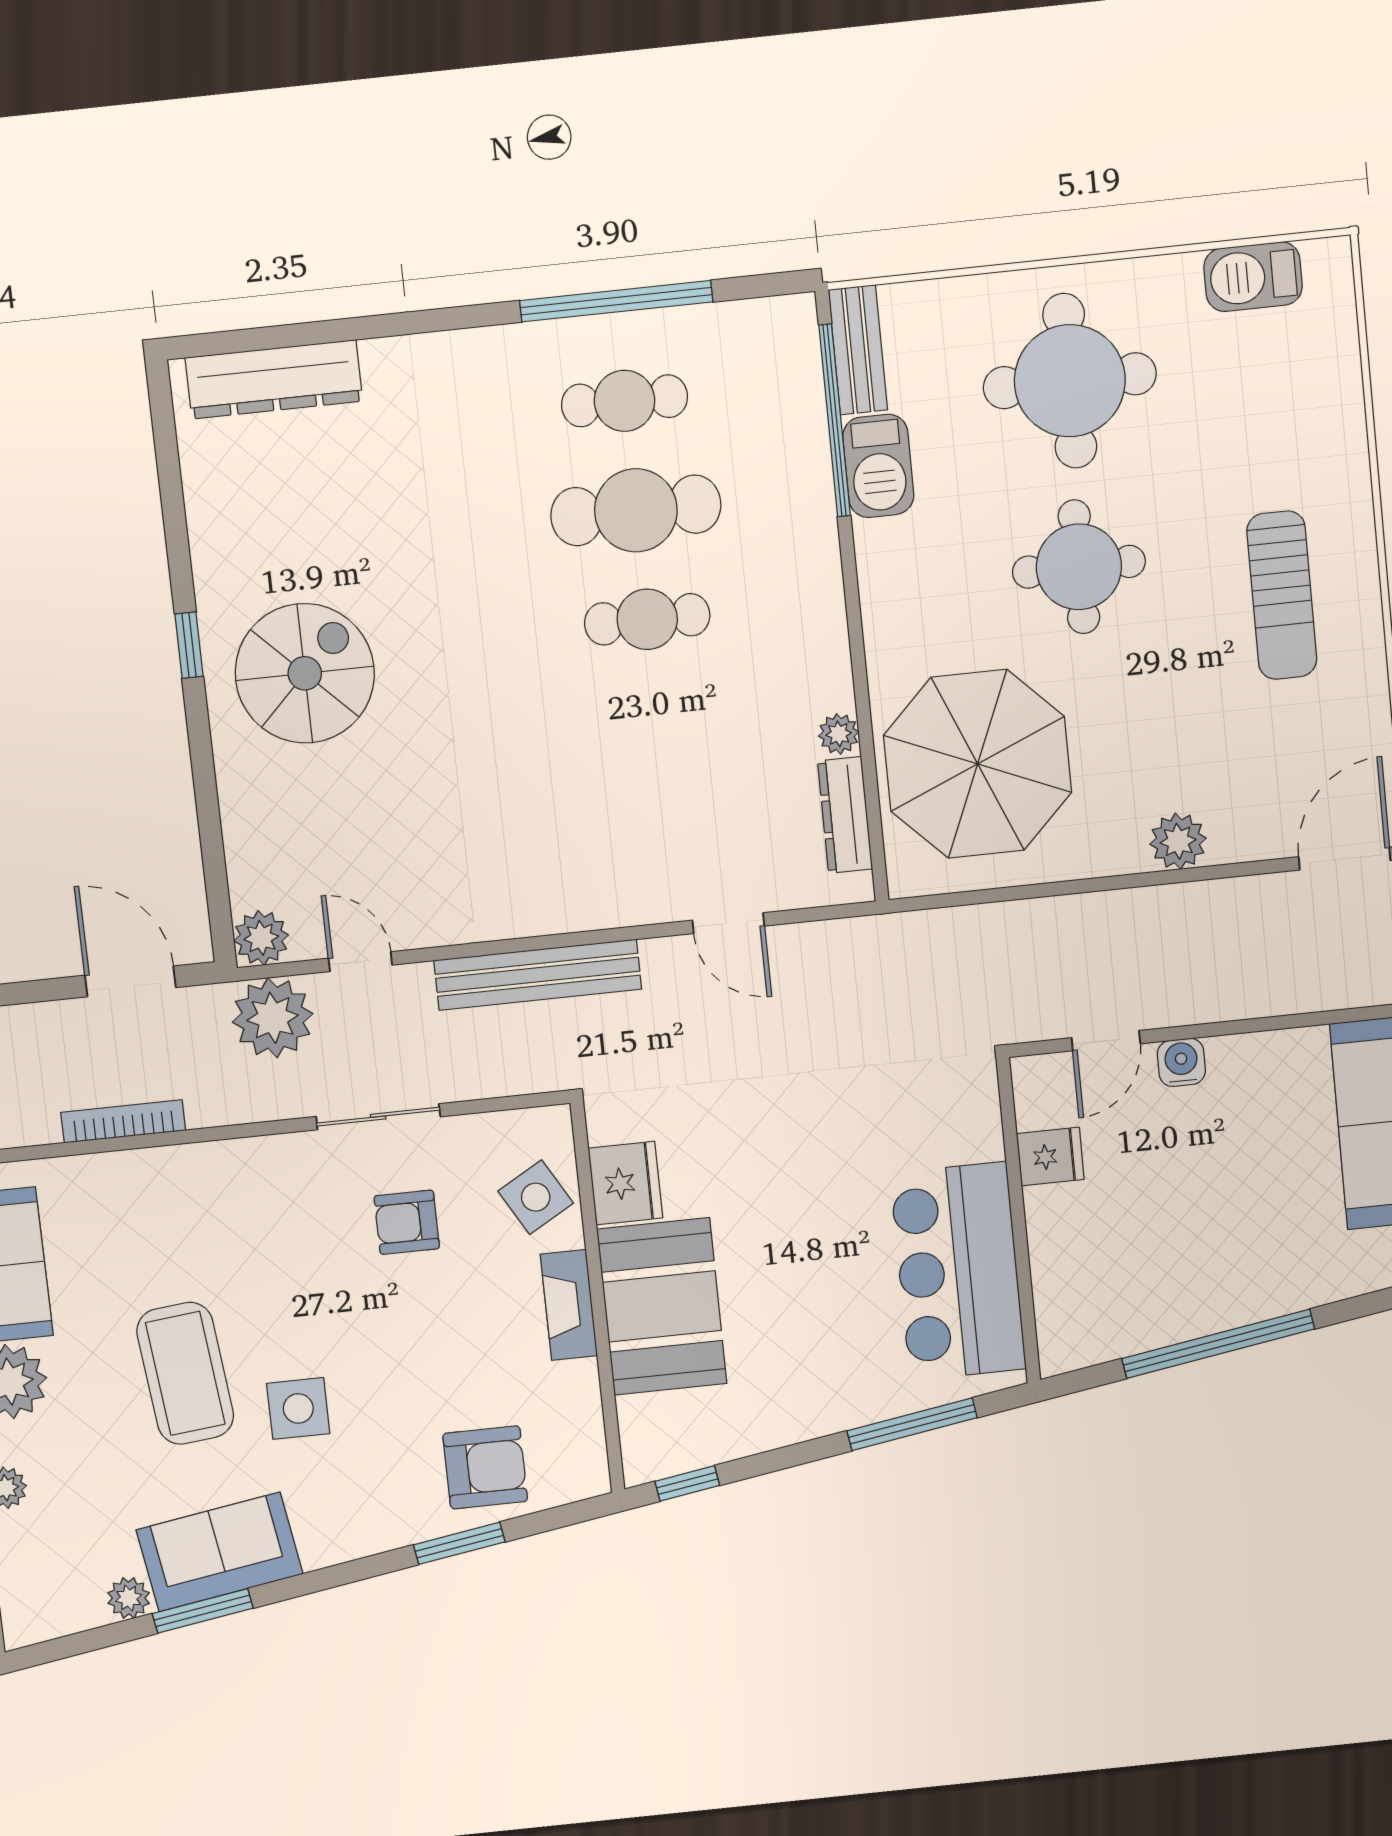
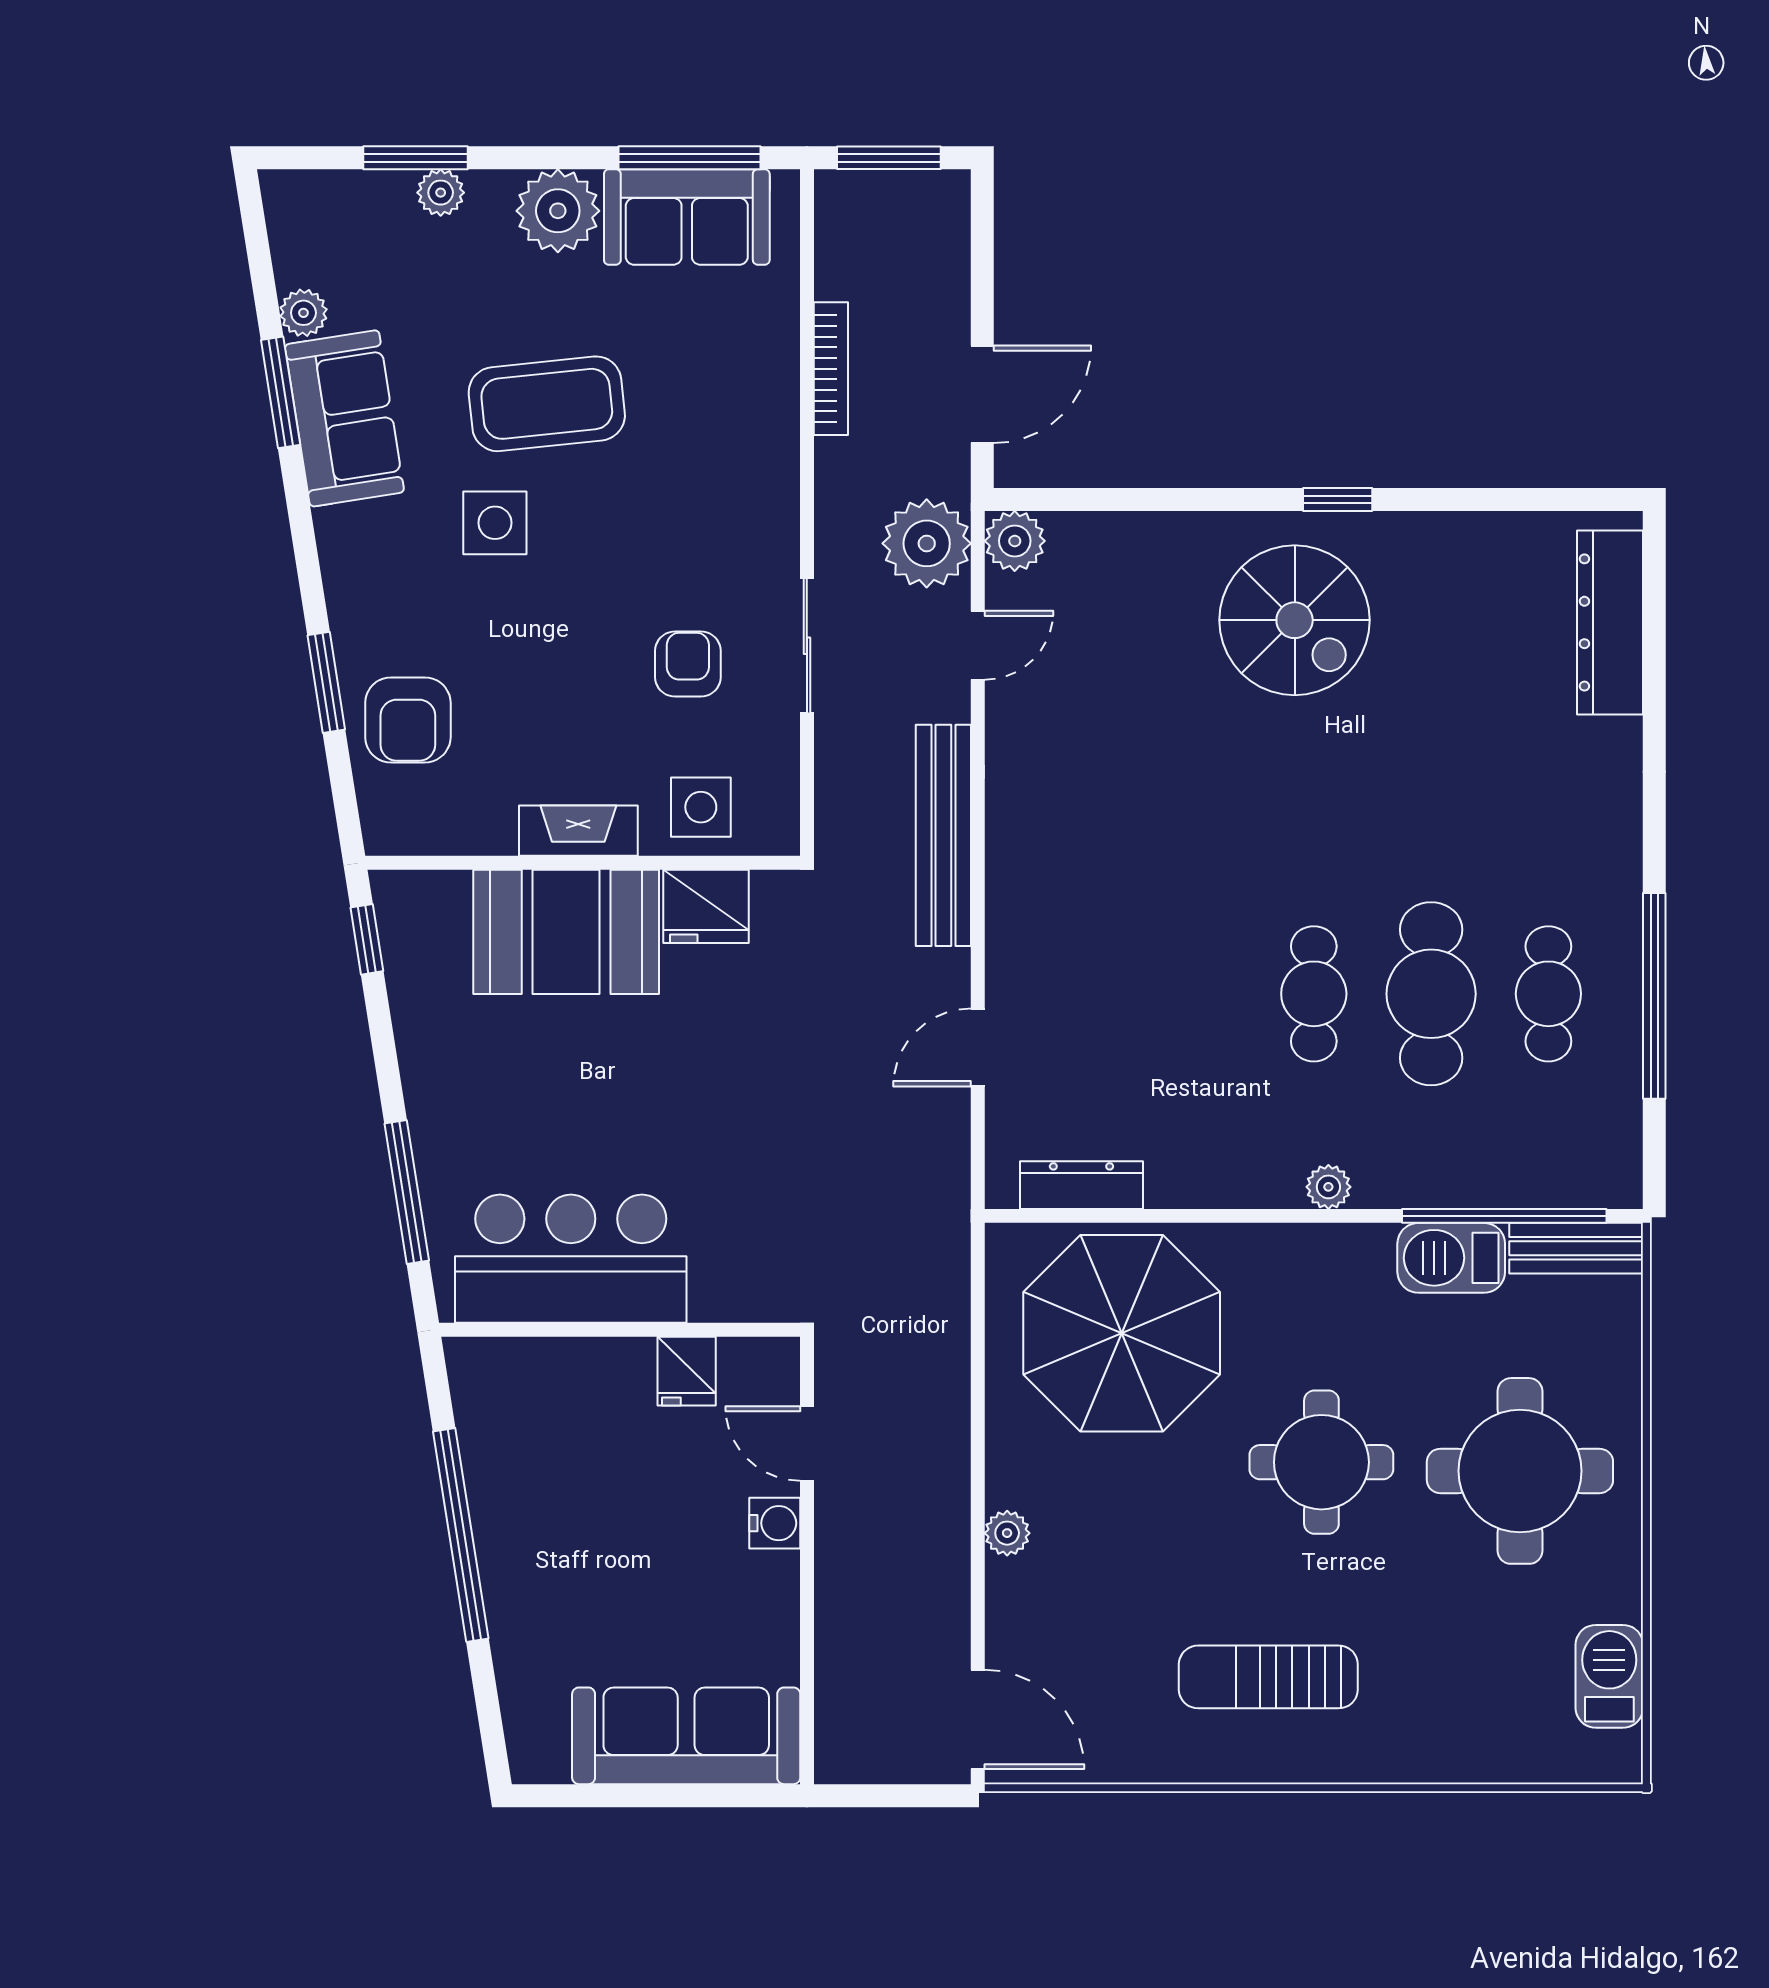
plant: (839, 734) -> (1328, 1187), moved
plant: (1178, 841) -> (1007, 1533), width x0.73, depth x0.73
side table: (536, 1197) -> (701, 807), turned 30

